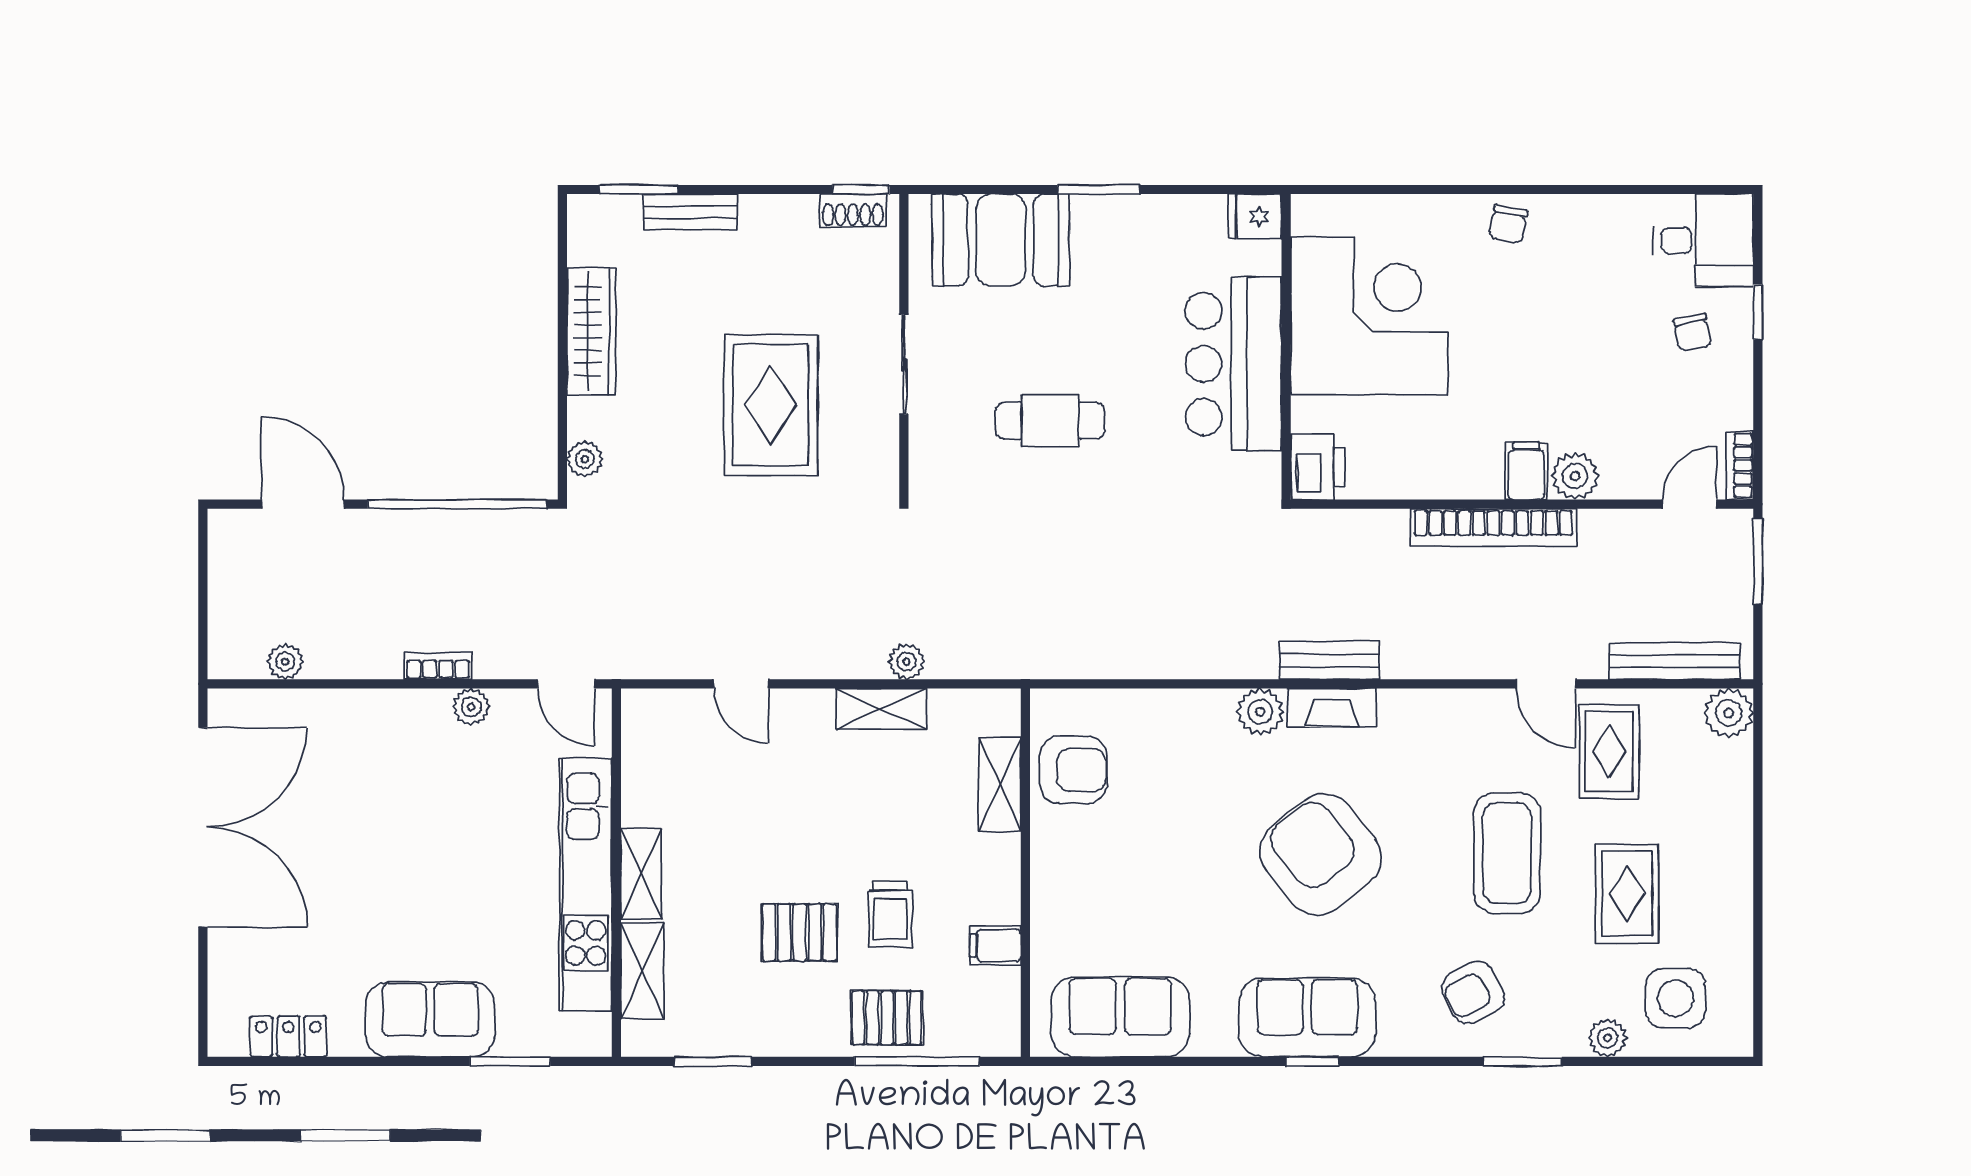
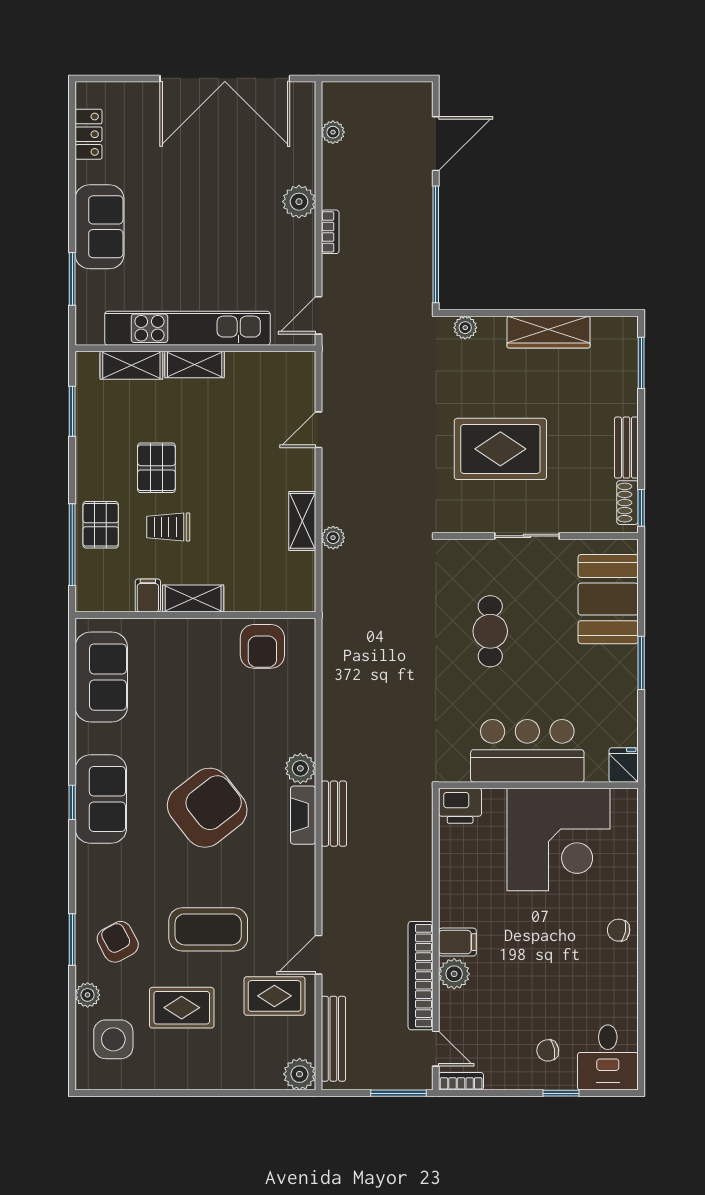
bench: (690, 212) -> (626, 448), moved
bookcase: (1493, 527) -> (421, 976), moved
plant: (471, 707) -> (299, 202), moved, width x1.38, depth x1.38
shelving: (1000, 784) -> (193, 598), moved
armchair: (1473, 992) -> (118, 942), moved

